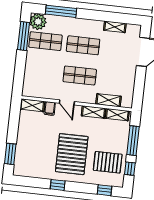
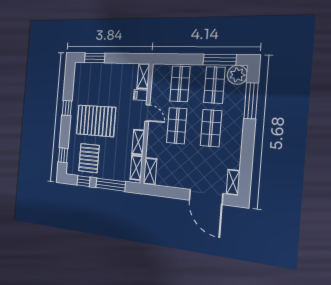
shelving: (115, 27) -> (233, 182), moved
shop shelf: (42, 71) -> (180, 84), added
shelving: (109, 100) -> (150, 171), moved
door: (67, 102) -> (147, 113), swing flipped

